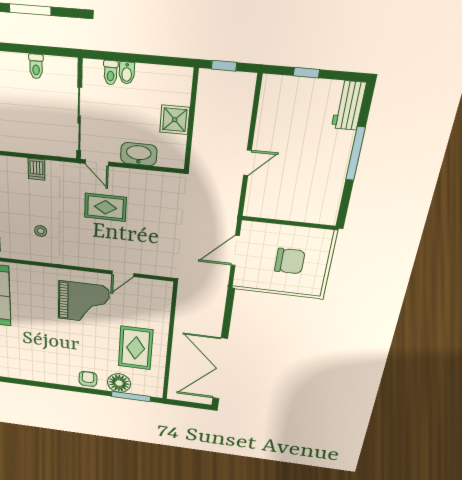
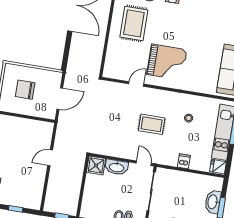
shower: (175, 120) -> (96, 165), moved
rug: (105, 207) -> (152, 124), moved
grand piano: (84, 302) -> (167, 62), turned 180

